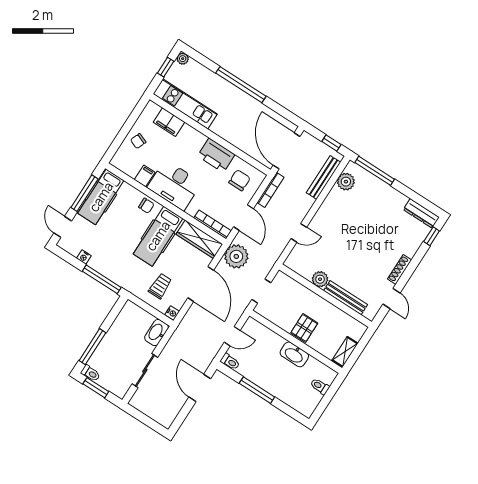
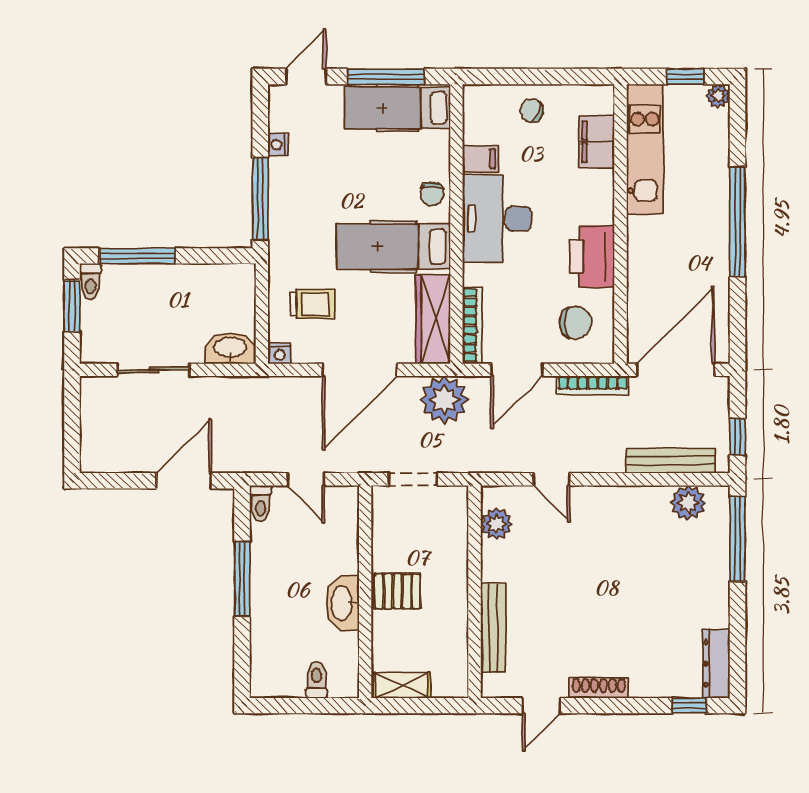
plant: (320, 279) -> (496, 524), moved

